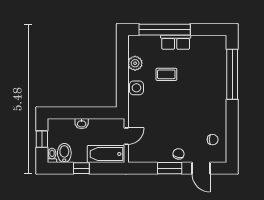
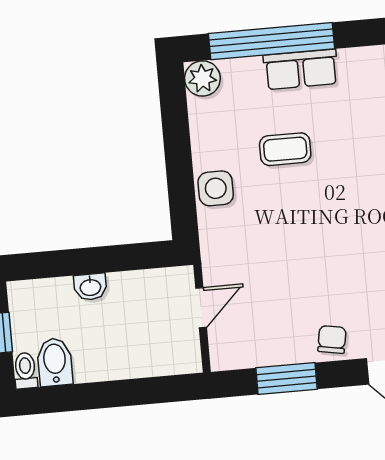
plant: (135, 63) -> (202, 78), moved
bathtub: (106, 154) -> (156, 355), removed
window: (81, 168) -> (99, 395), removed
window: (170, 168) -> (287, 378), moved

